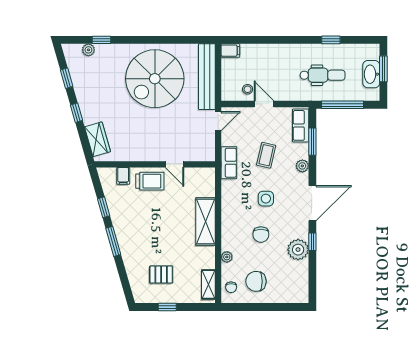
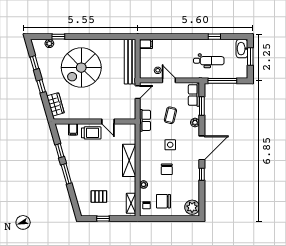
washbasin: (371, 74) -> (242, 49), moved
spiral stairs: (155, 79) -> (81, 68), moved
plant: (298, 250) -> (192, 207), moved

